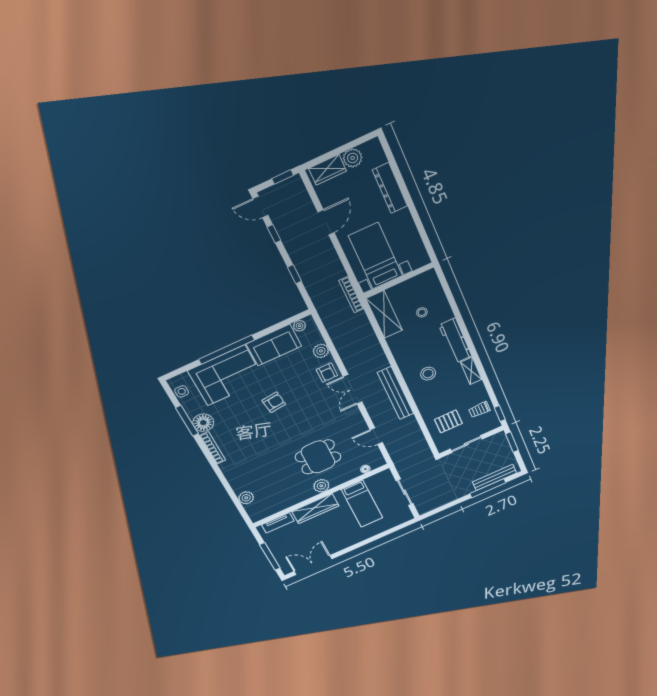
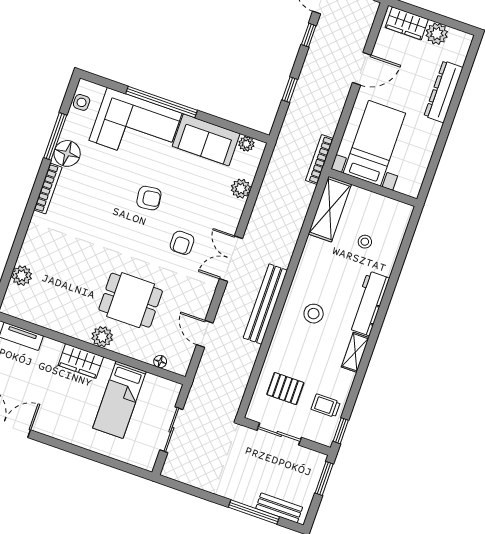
armchair: (327, 373) -> (182, 243), moved
bench: (494, 477) -> (279, 508), width x0.73
wardrobe: (315, 509) -> (81, 361), width x0.67

